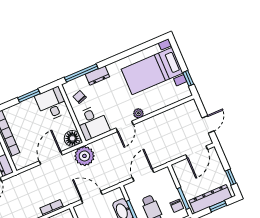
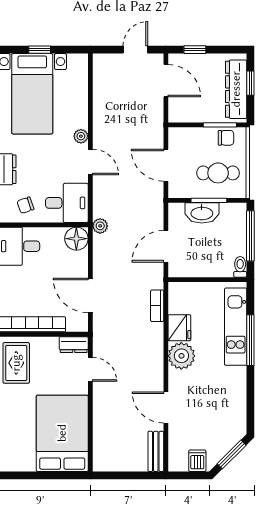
window: (188, 78) -> (40, 50), moved
door: (208, 124) -> (135, 50), hinge flipped
plant: (84, 156) -> (100, 226), width x0.53, depth x0.53
door: (51, 158) -> (90, 296), moved
window: (231, 177) -> (195, 50), moved

